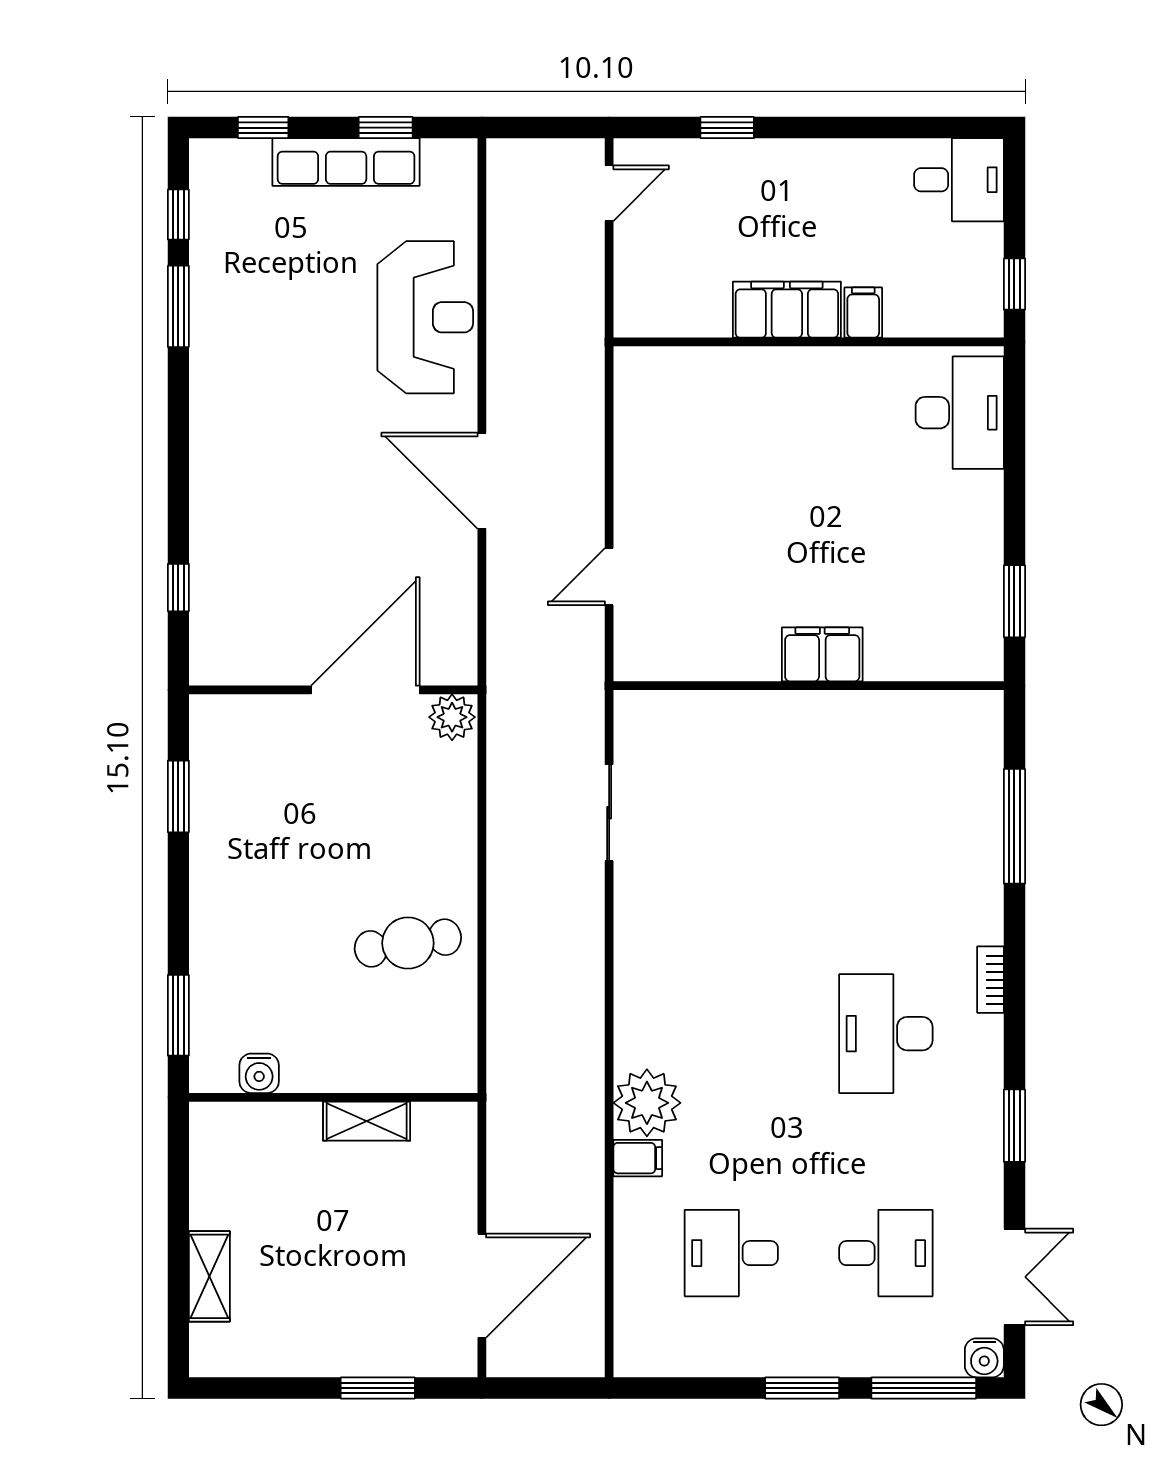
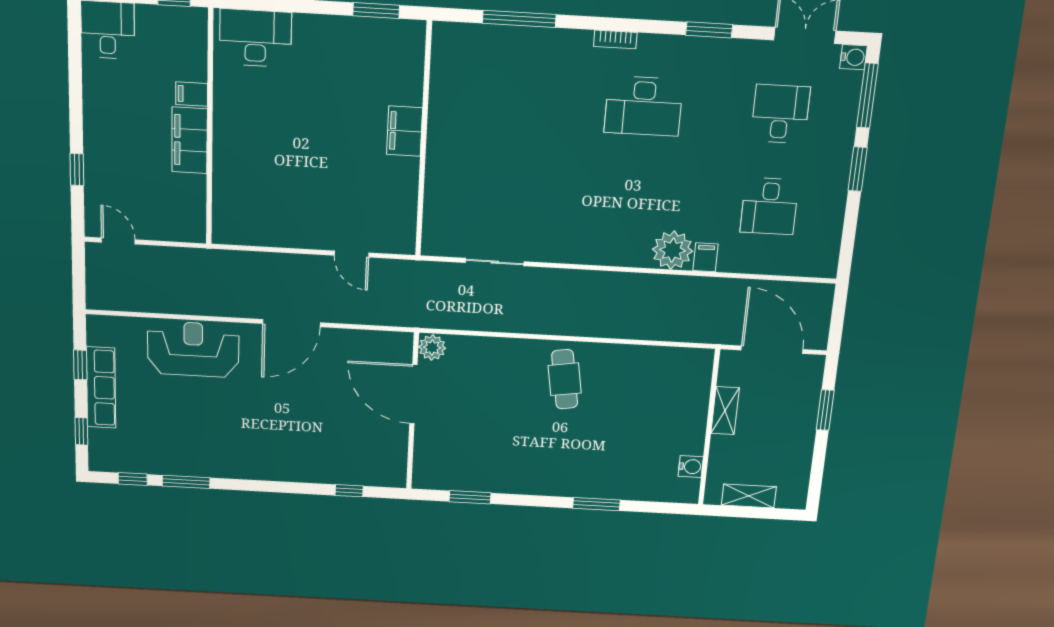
water cooler: (259, 1073) -> (691, 467), moved
wall: (333, 1097) -> (709, 428), moved
shelving: (367, 1121) -> (725, 411), moved

